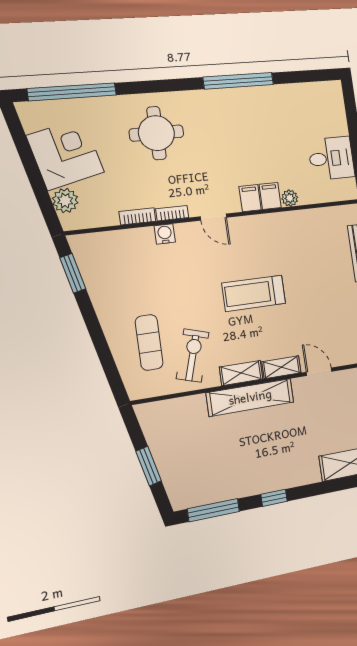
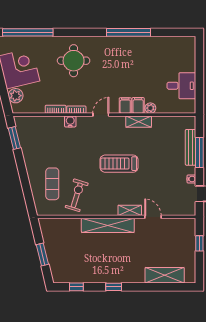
door: (213, 217) -> (101, 115), swing flipped
shelving: (241, 373) -> (139, 122), moved
window: (214, 510) -> (76, 287), width x0.46

